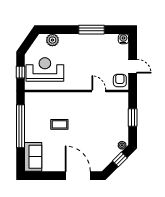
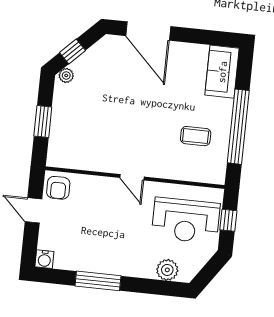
door: (99, 91) -> (132, 177), moved
coffee table: (59, 124) -> (196, 136), moved

